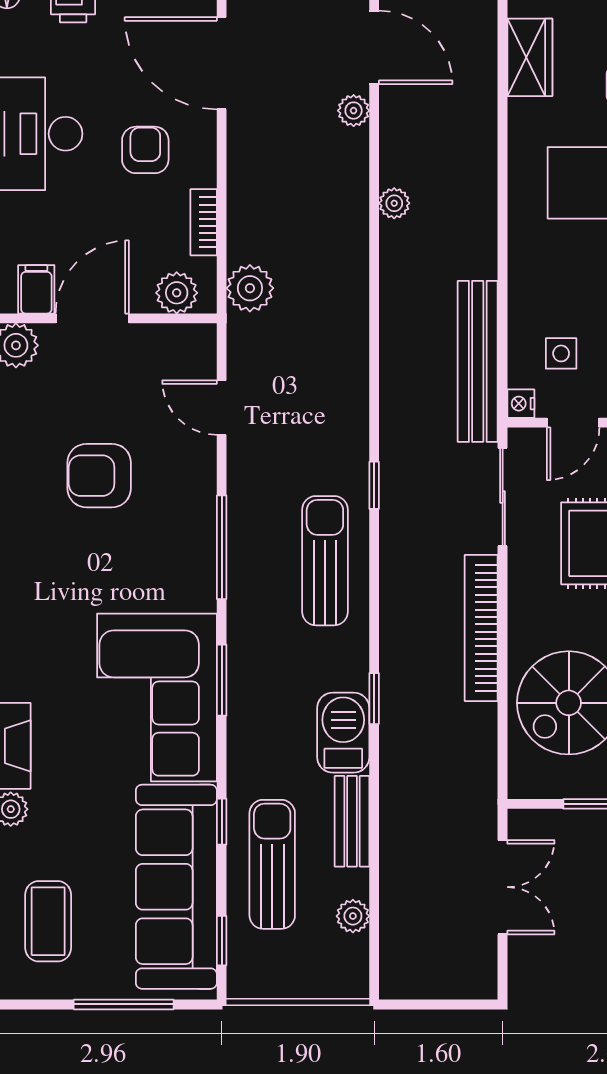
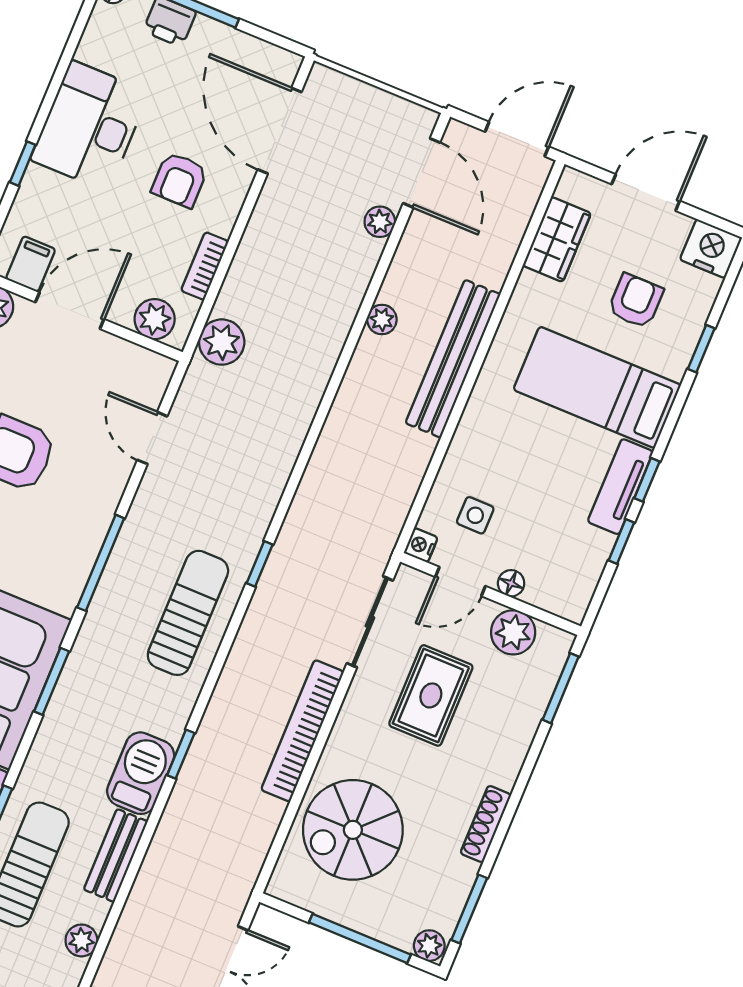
armchair: (145, 150) -> (179, 180), turned 180
bench: (478, 361) -> (453, 359), moved

